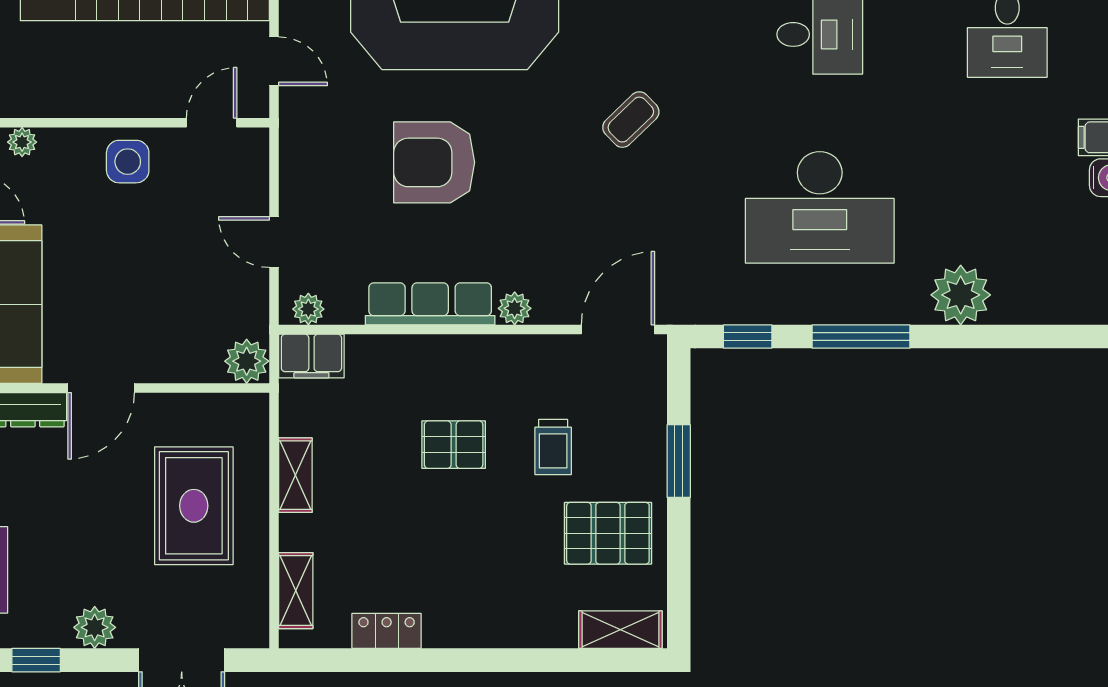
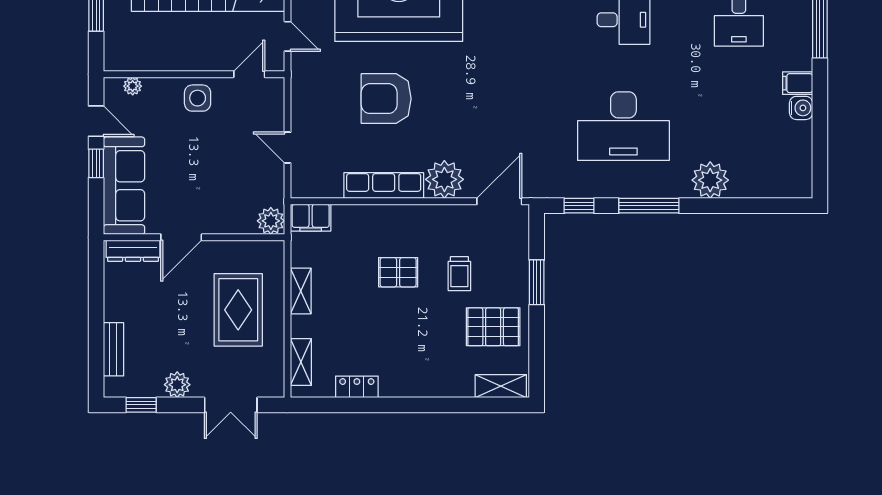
coffee table: (631, 120) -> (507, 72), removed
plant: (515, 308) -> (444, 179), width x1.87, depth x1.87
plant: (308, 309) -> (309, 189), removed

